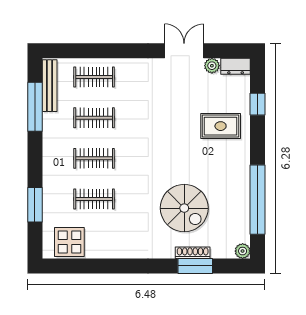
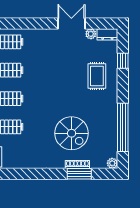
rug: (221, 126) -> (97, 76), turned 90

